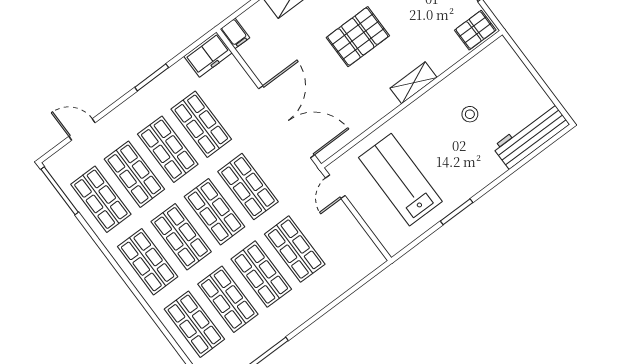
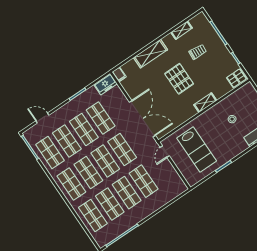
pallet: (358, 37) -> (179, 79), turned 90
lab bench: (400, 180) -> (197, 150), turned 180

